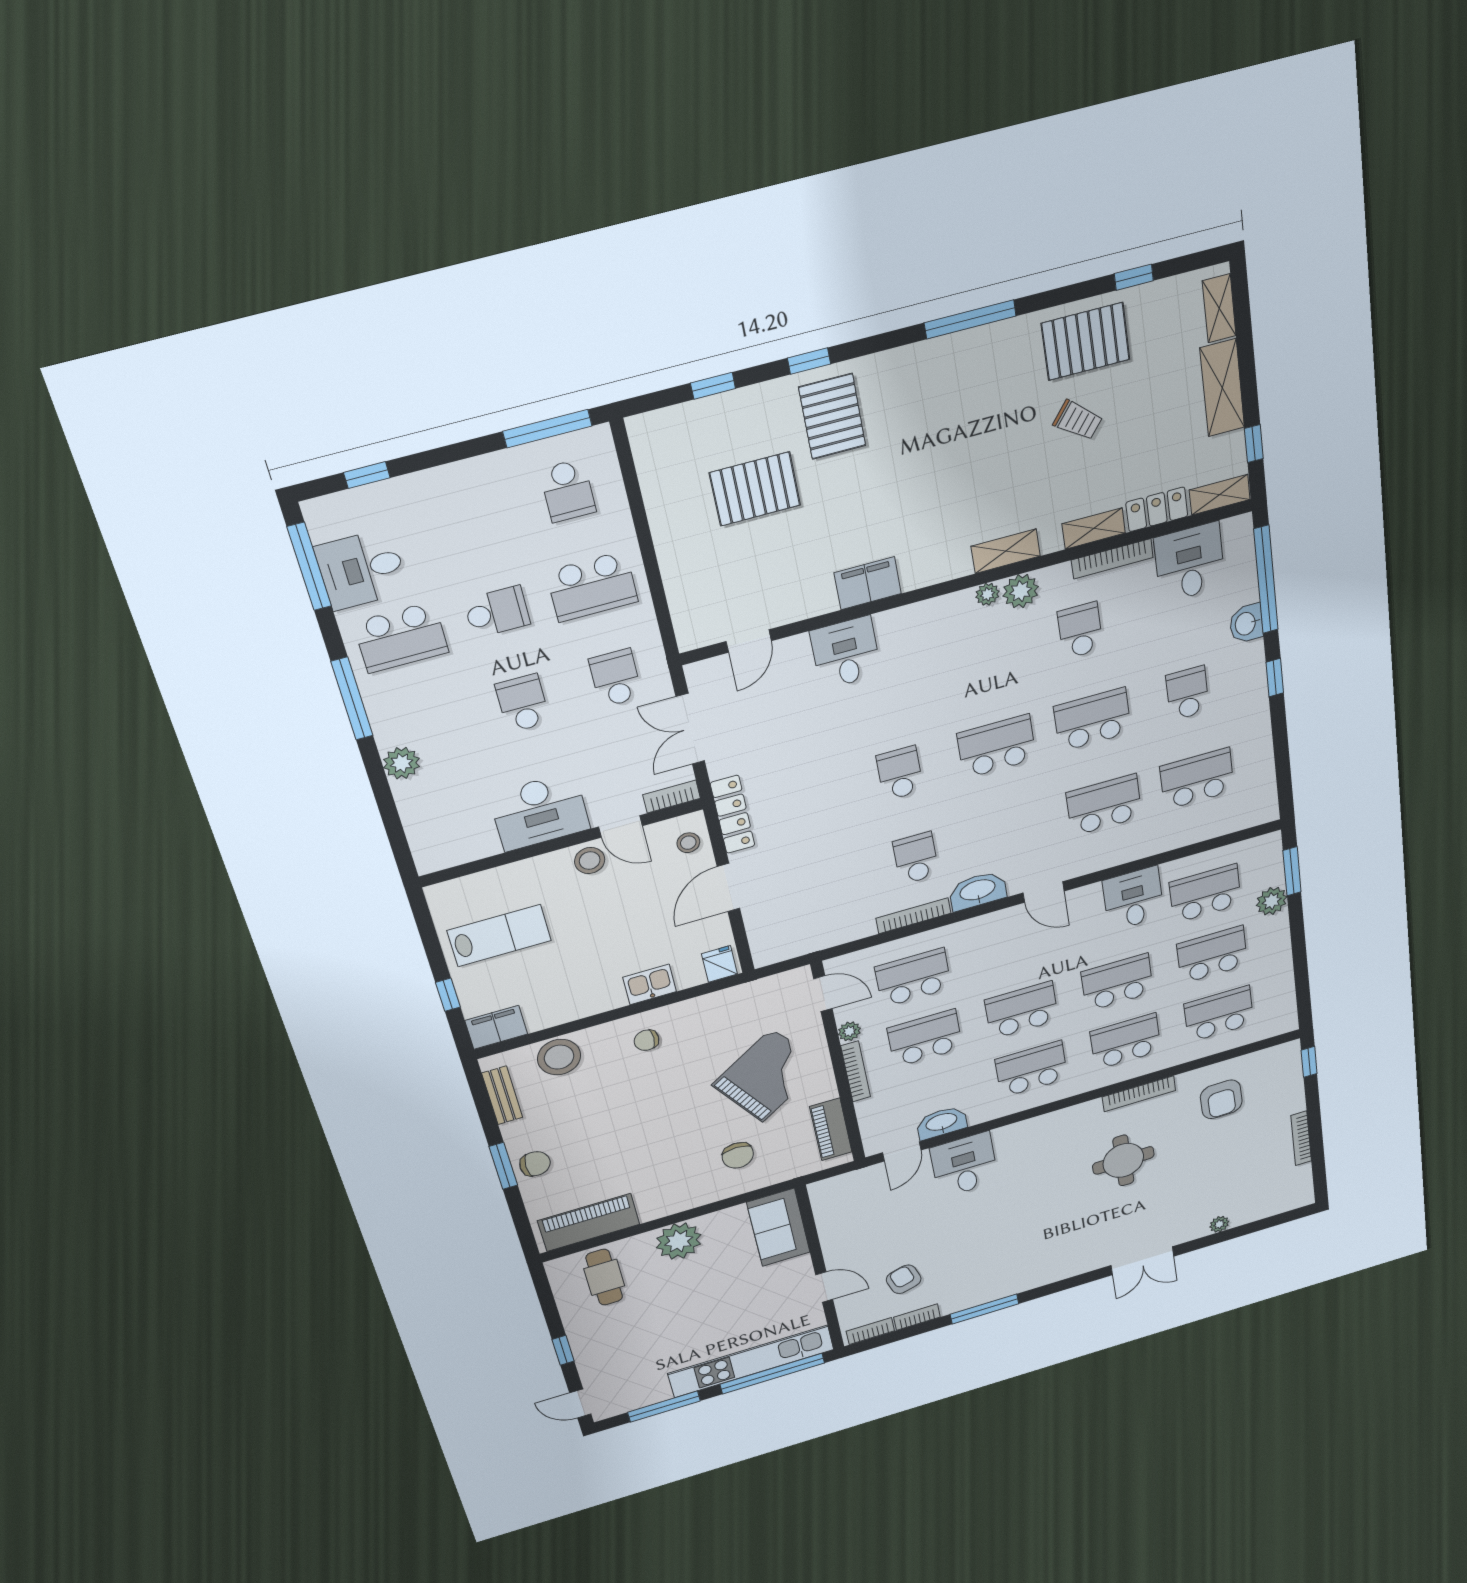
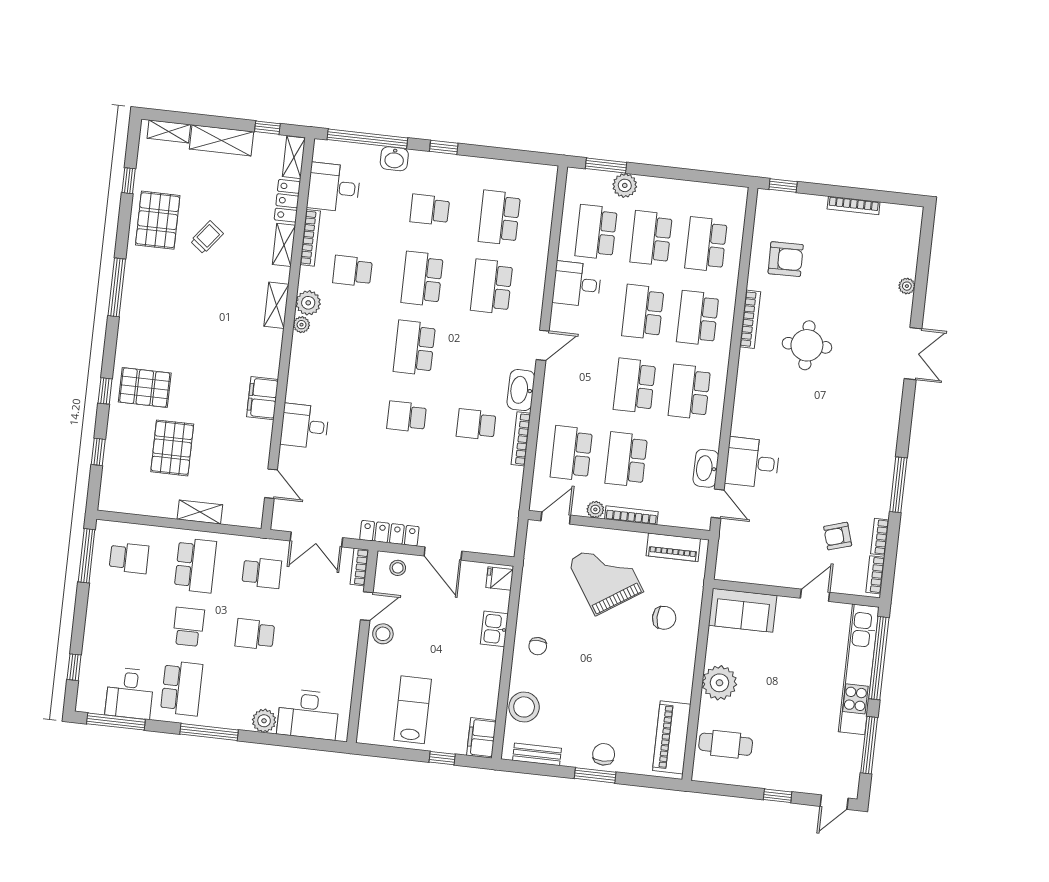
shelving: (673, 563) -> (200, 512), added
school desk: (616, 678) -> (262, 573), turned 180
desk: (540, 811) -> (308, 714), moved, turned 90

